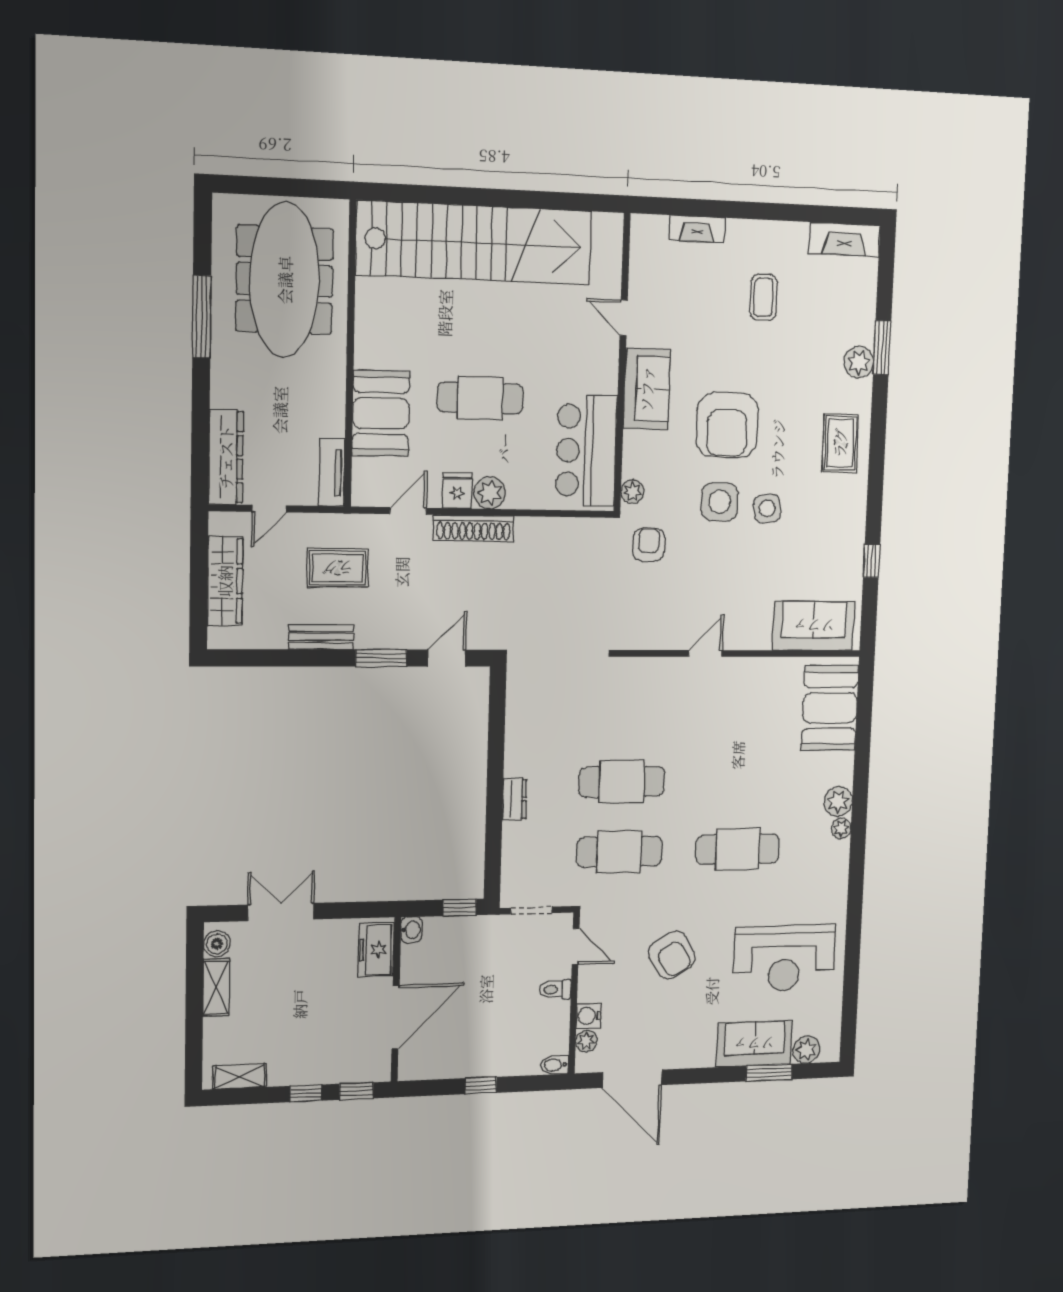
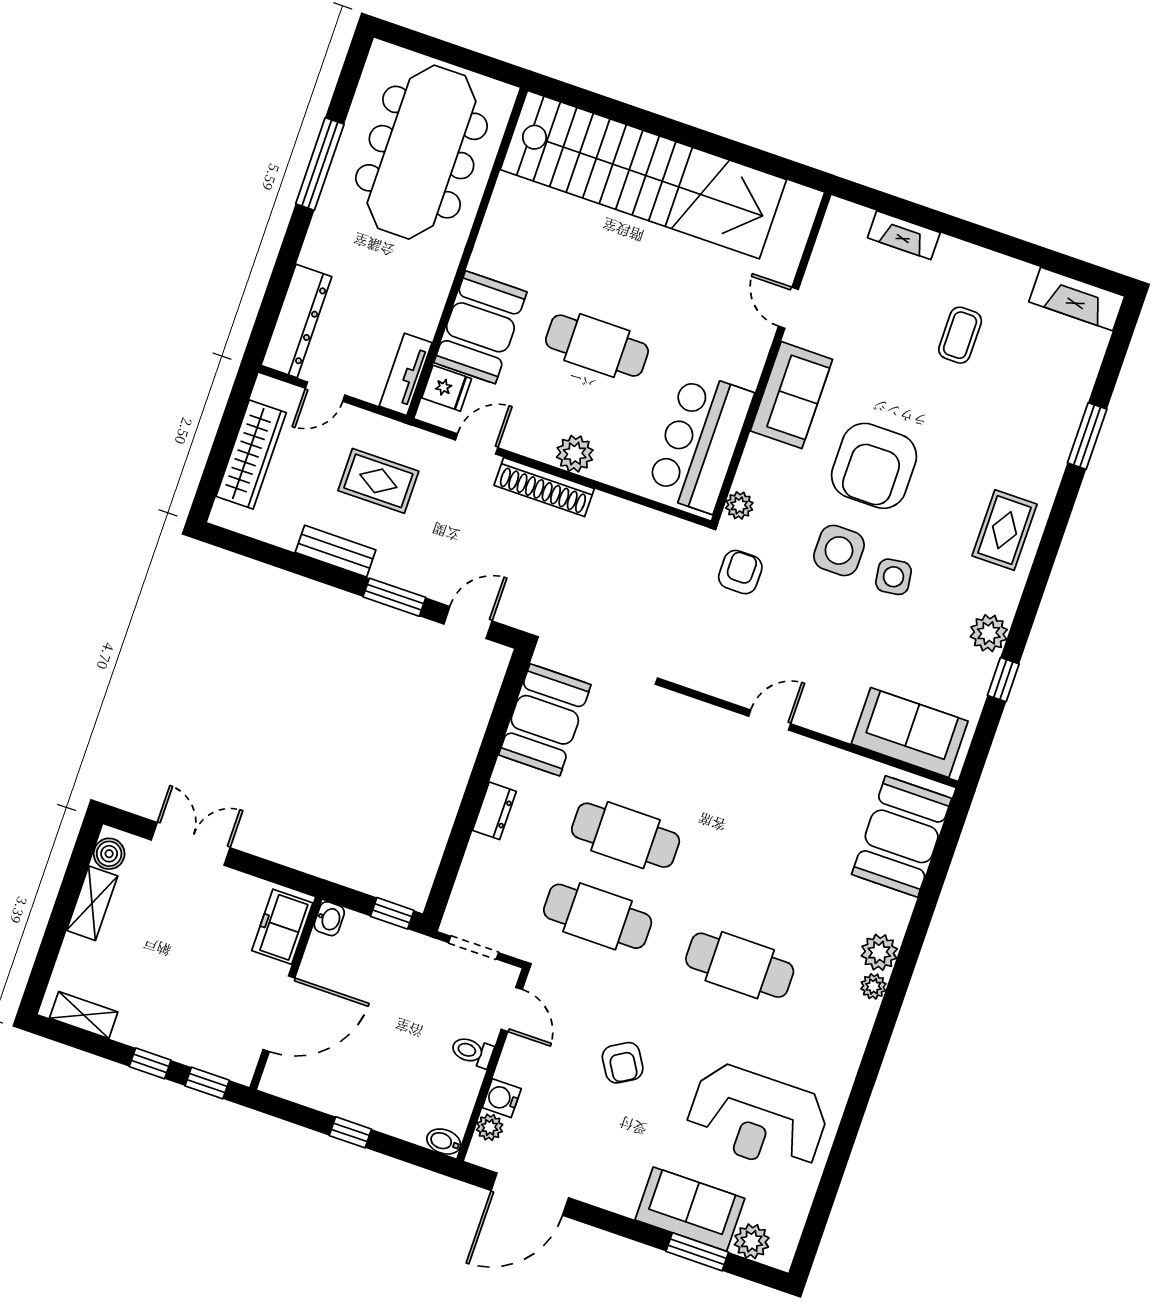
plant: (859, 362) -> (989, 633), moved
fridge: (457, 491) -> (447, 388), moved, turned 90
booth: (532, 714) -> (545, 720), added
armchair: (672, 955) -> (623, 1063), width x0.72, depth x0.72
door: (632, 1079) -> (530, 1194), hinge flipped

